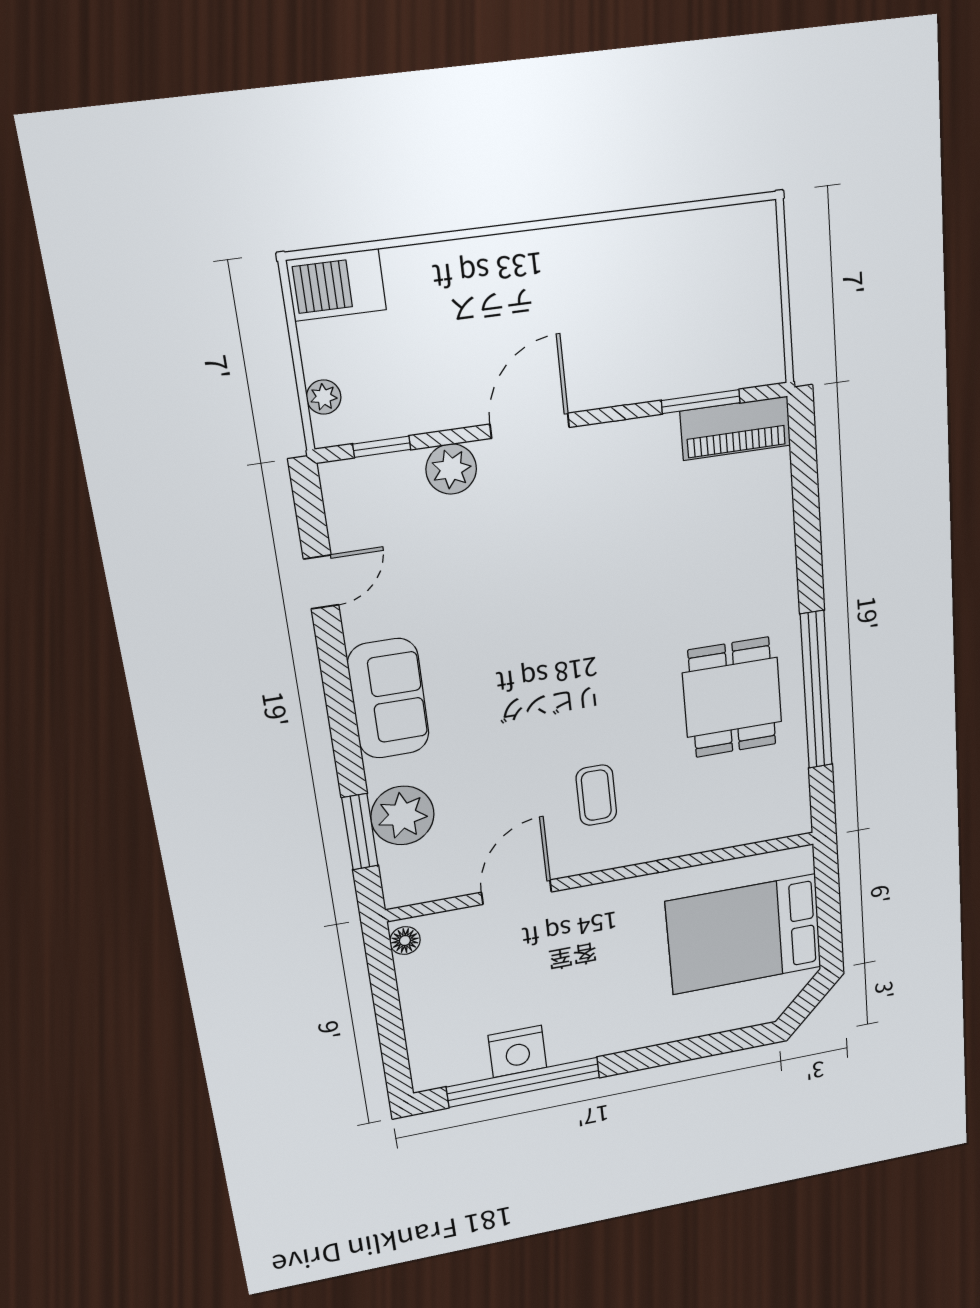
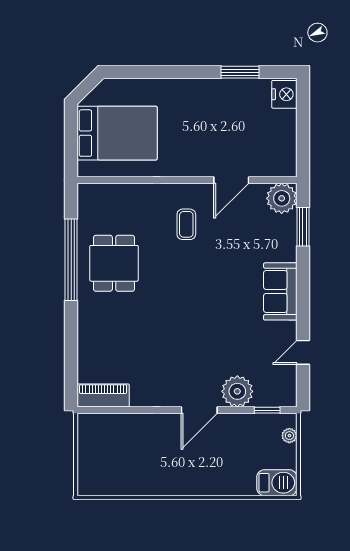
window: (701, 402) -> (119, 410), removed
plant: (451, 469) -> (237, 391), width x1.36, depth x1.36
plant: (402, 815) -> (282, 198), moved
floor lamp: (405, 941) -> (289, 165), removed
nightstand: (517, 1051) -> (284, 94), moved, turned 90
window: (523, 1082) -> (240, 72), width x0.47

